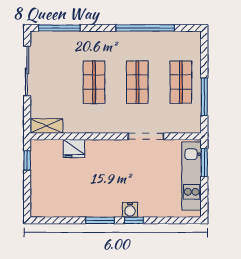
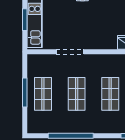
window: (204, 97) -> (25, 92), moved
window: (204, 162) -> (25, 20), moved

